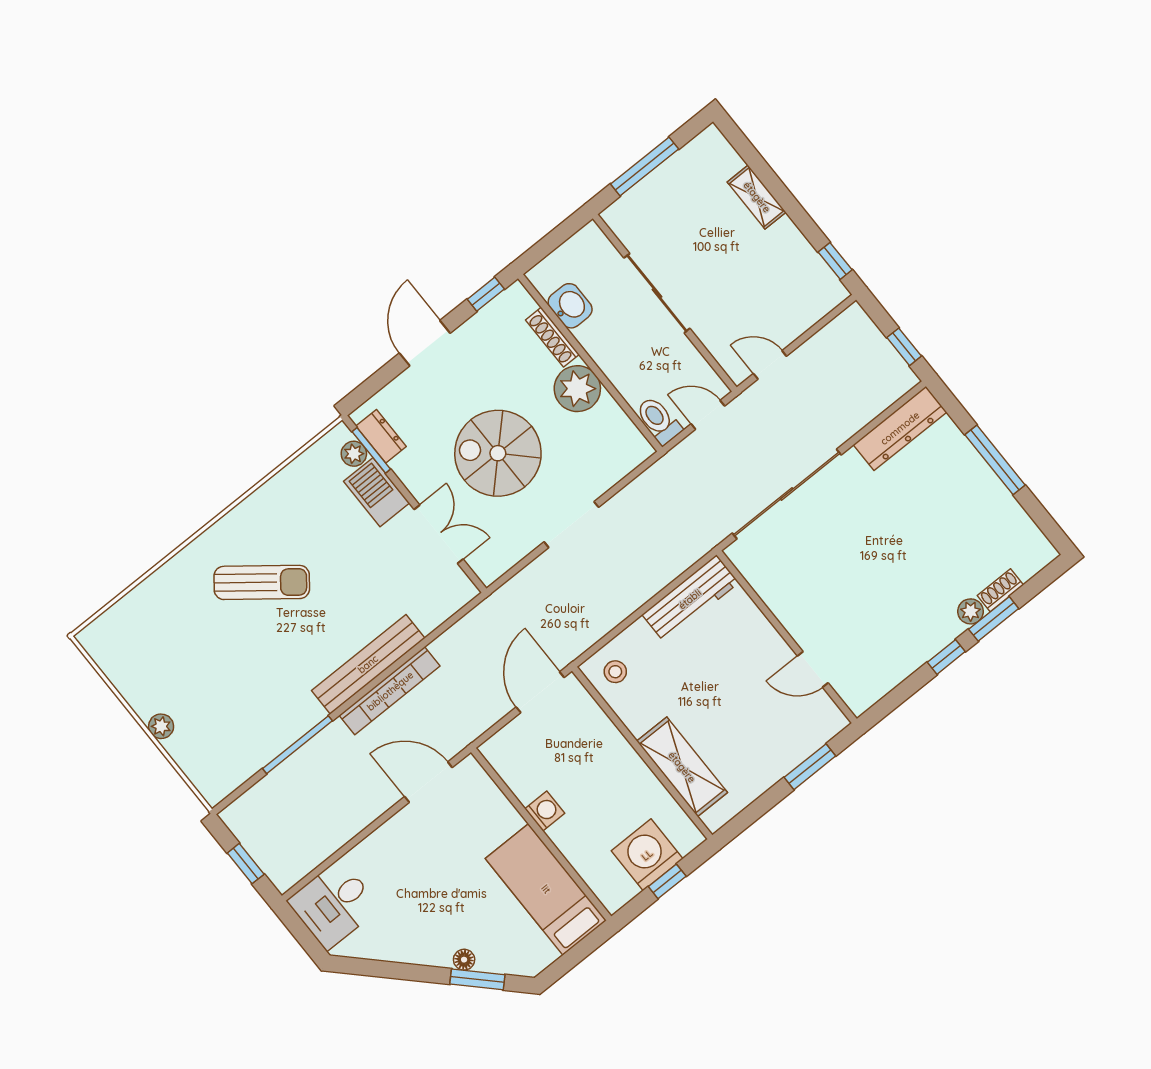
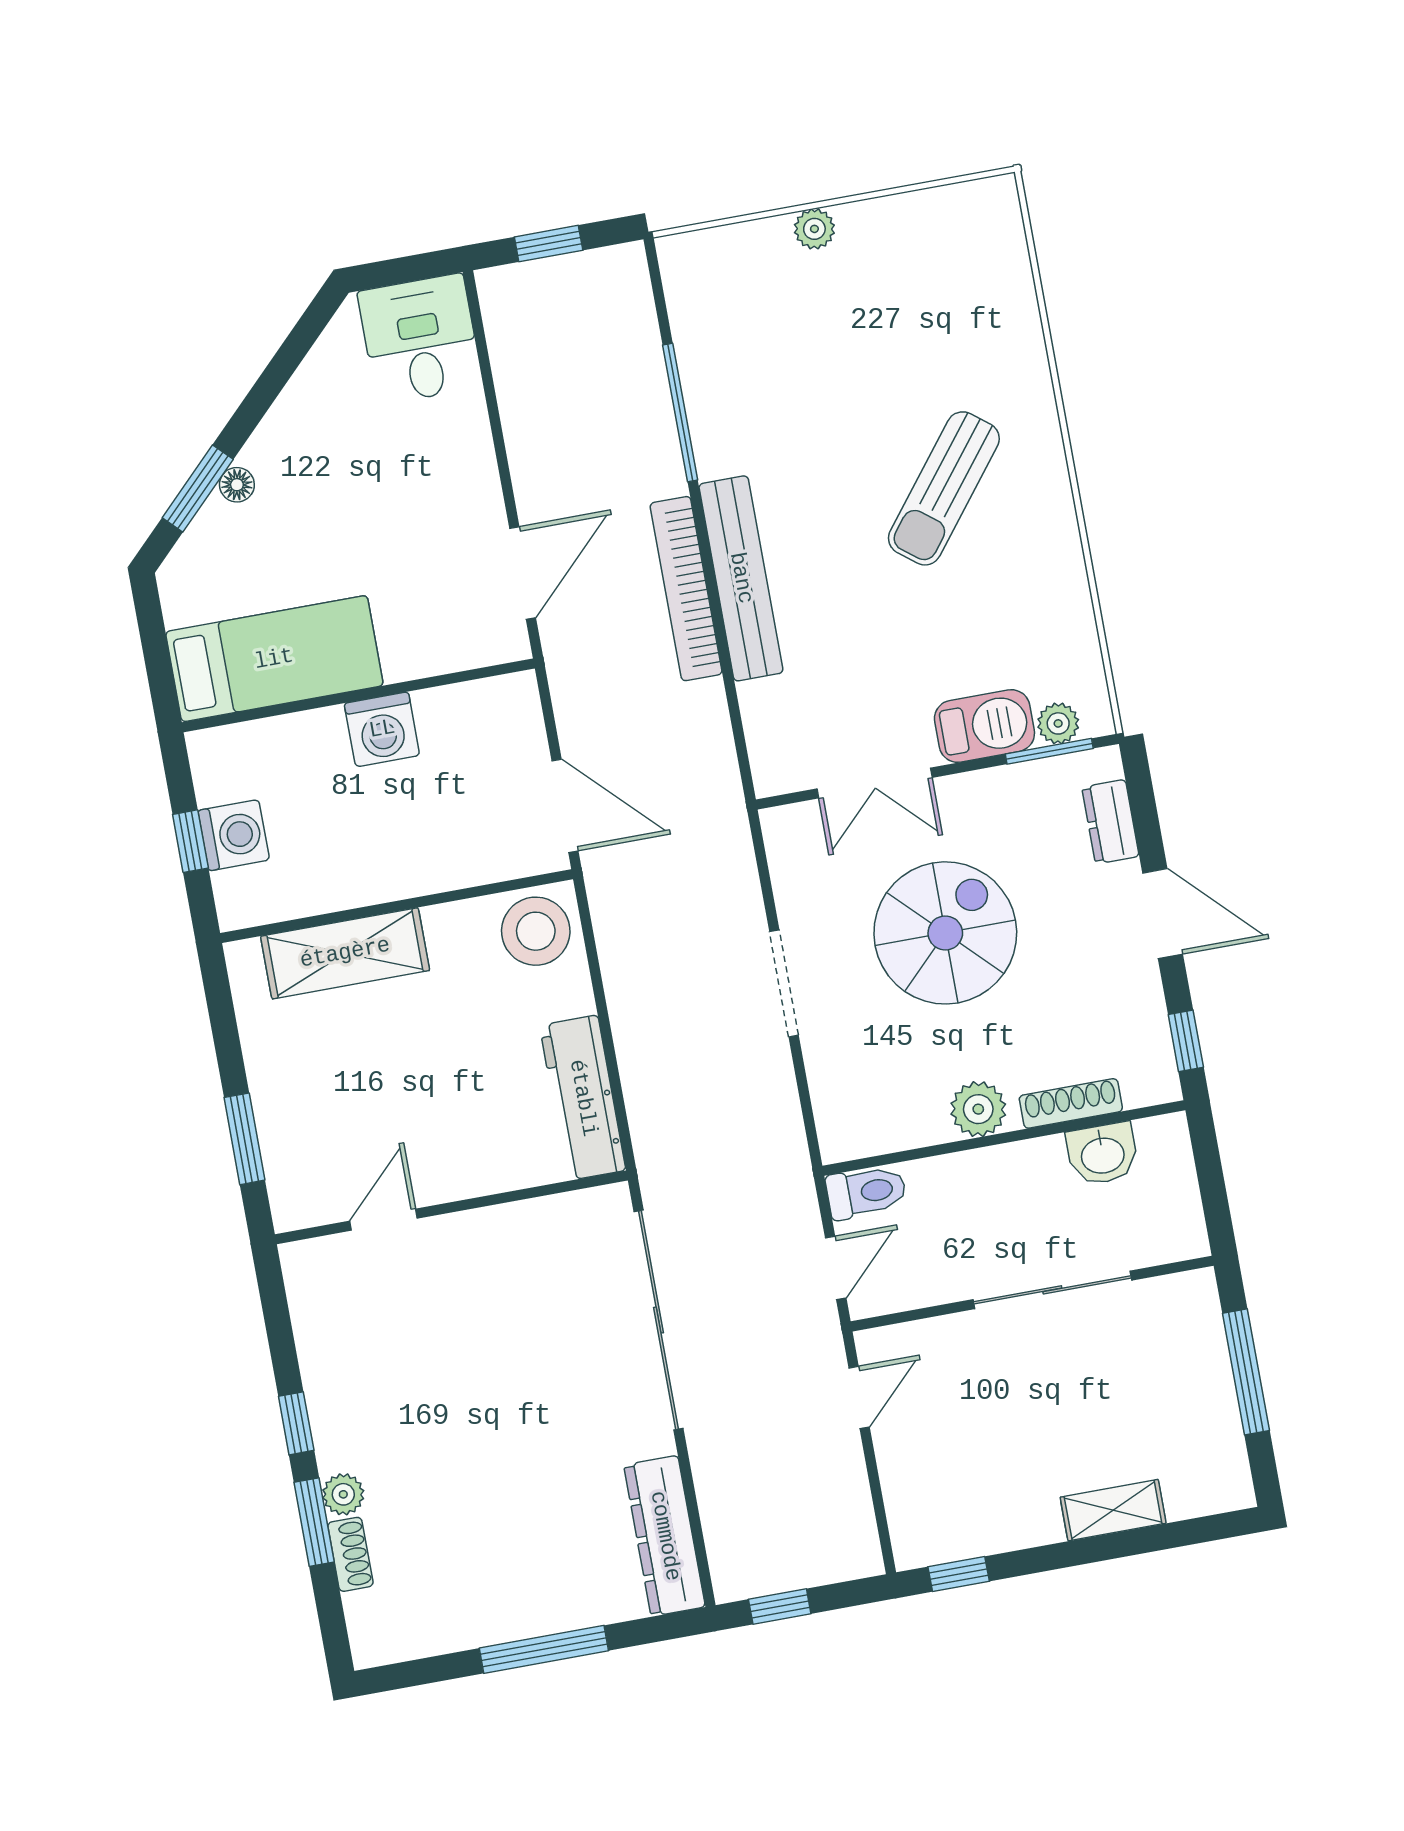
plant: (577, 389) -> (978, 1109), width x0.73, depth x0.73
dresser: (381, 436) -> (1111, 822), moved, turned 90
stool: (615, 672) -> (536, 931), width x1.89, depth x1.89
washing machine: (545, 811) -> (382, 729), width x1.38, depth x1.38
washing machine: (647, 855) -> (234, 835), width x0.73, depth x0.73

